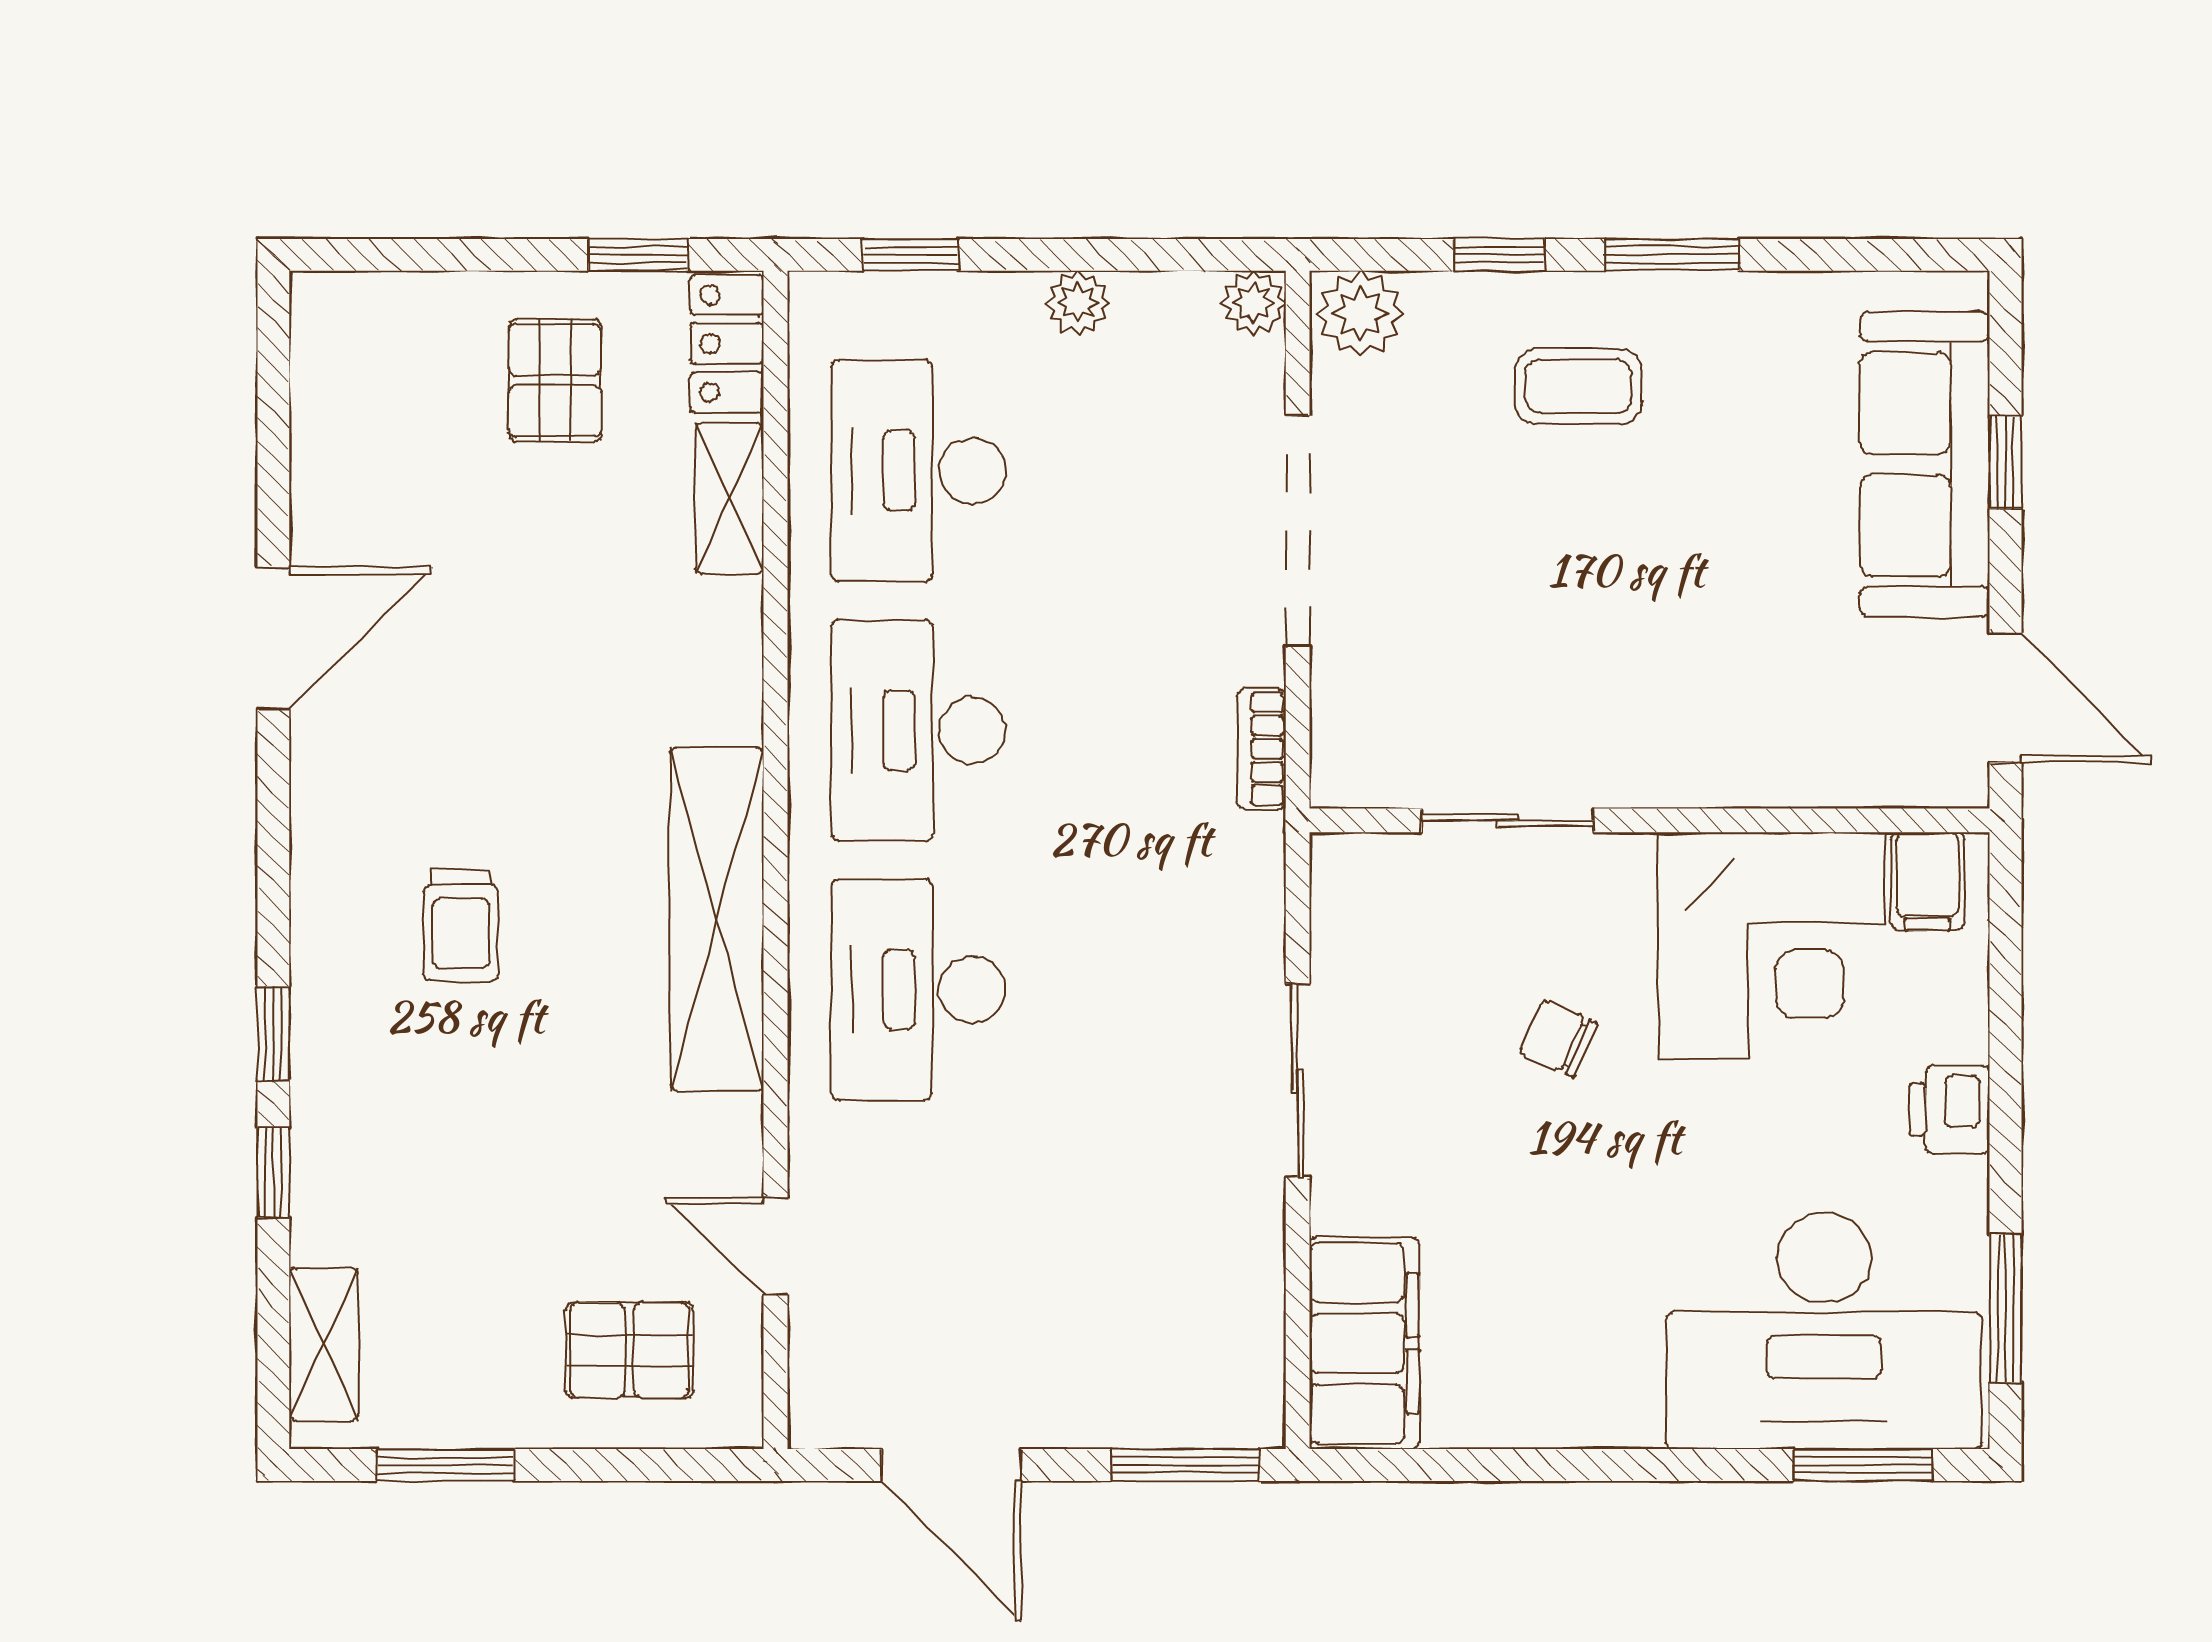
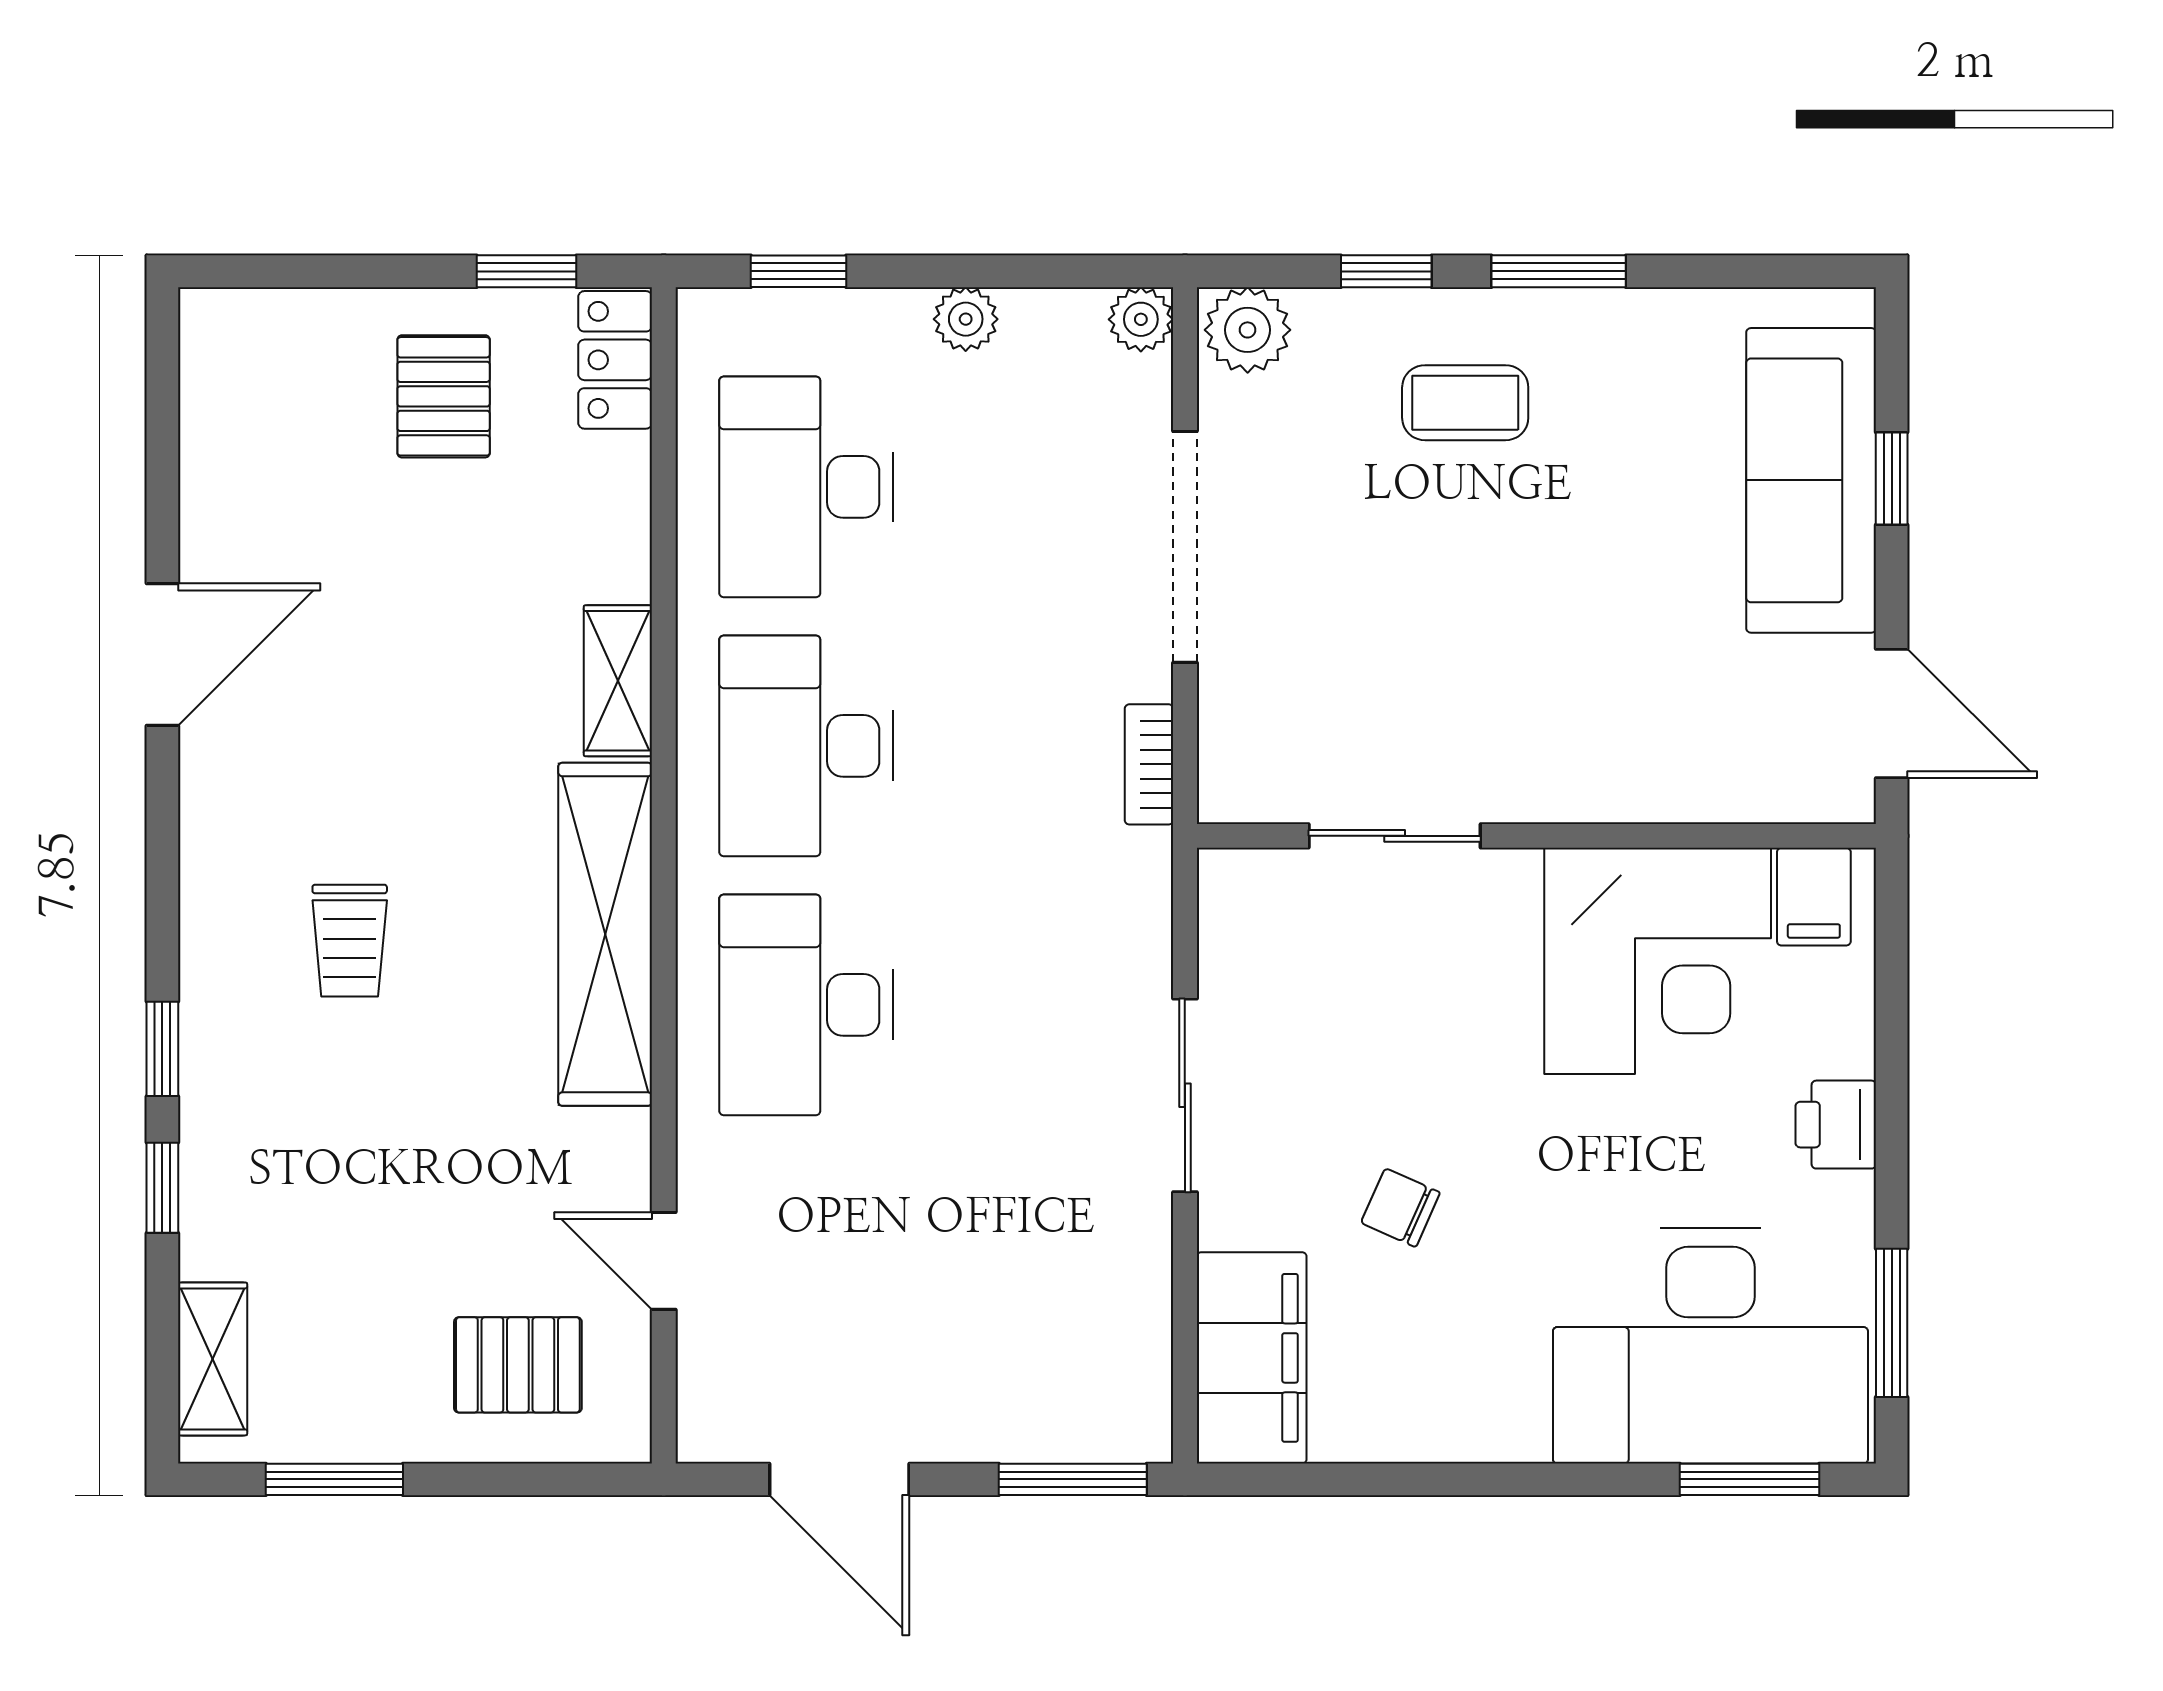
shelving: (730, 499) -> (618, 681), moved
chair: (1558, 1038) -> (1400, 1208), moved

